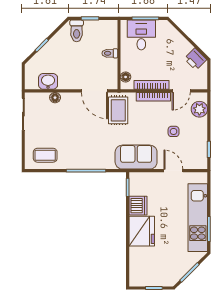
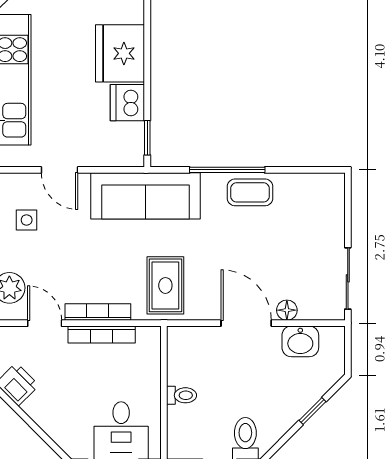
floor lamp: (126, 77) -> (151, 350), removed
door: (94, 91) -> (246, 323), moved
door: (181, 91) -> (45, 323), hinge flipped
side table: (174, 131) -> (27, 220), moved
coffee table: (45, 155) -> (250, 192), moved
sofa: (136, 157) -> (146, 196), width x1.36

